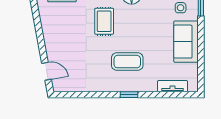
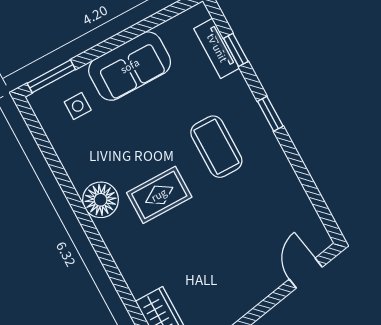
rug: (104, 21) -> (159, 195), moved
window: (167, 95) -> (236, 50), added

